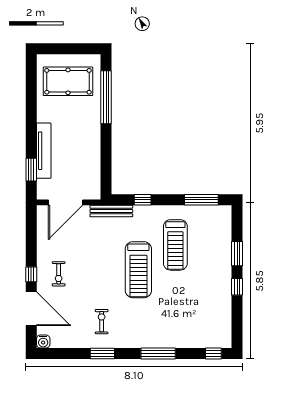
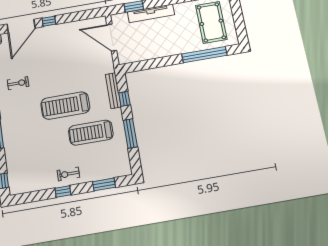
window: (201, 200) -> (130, 133), moved
bench: (111, 211) -> (113, 91), moved
window: (237, 254) -> (104, 184), moved
exercise bike: (59, 274) -> (68, 174), moved

